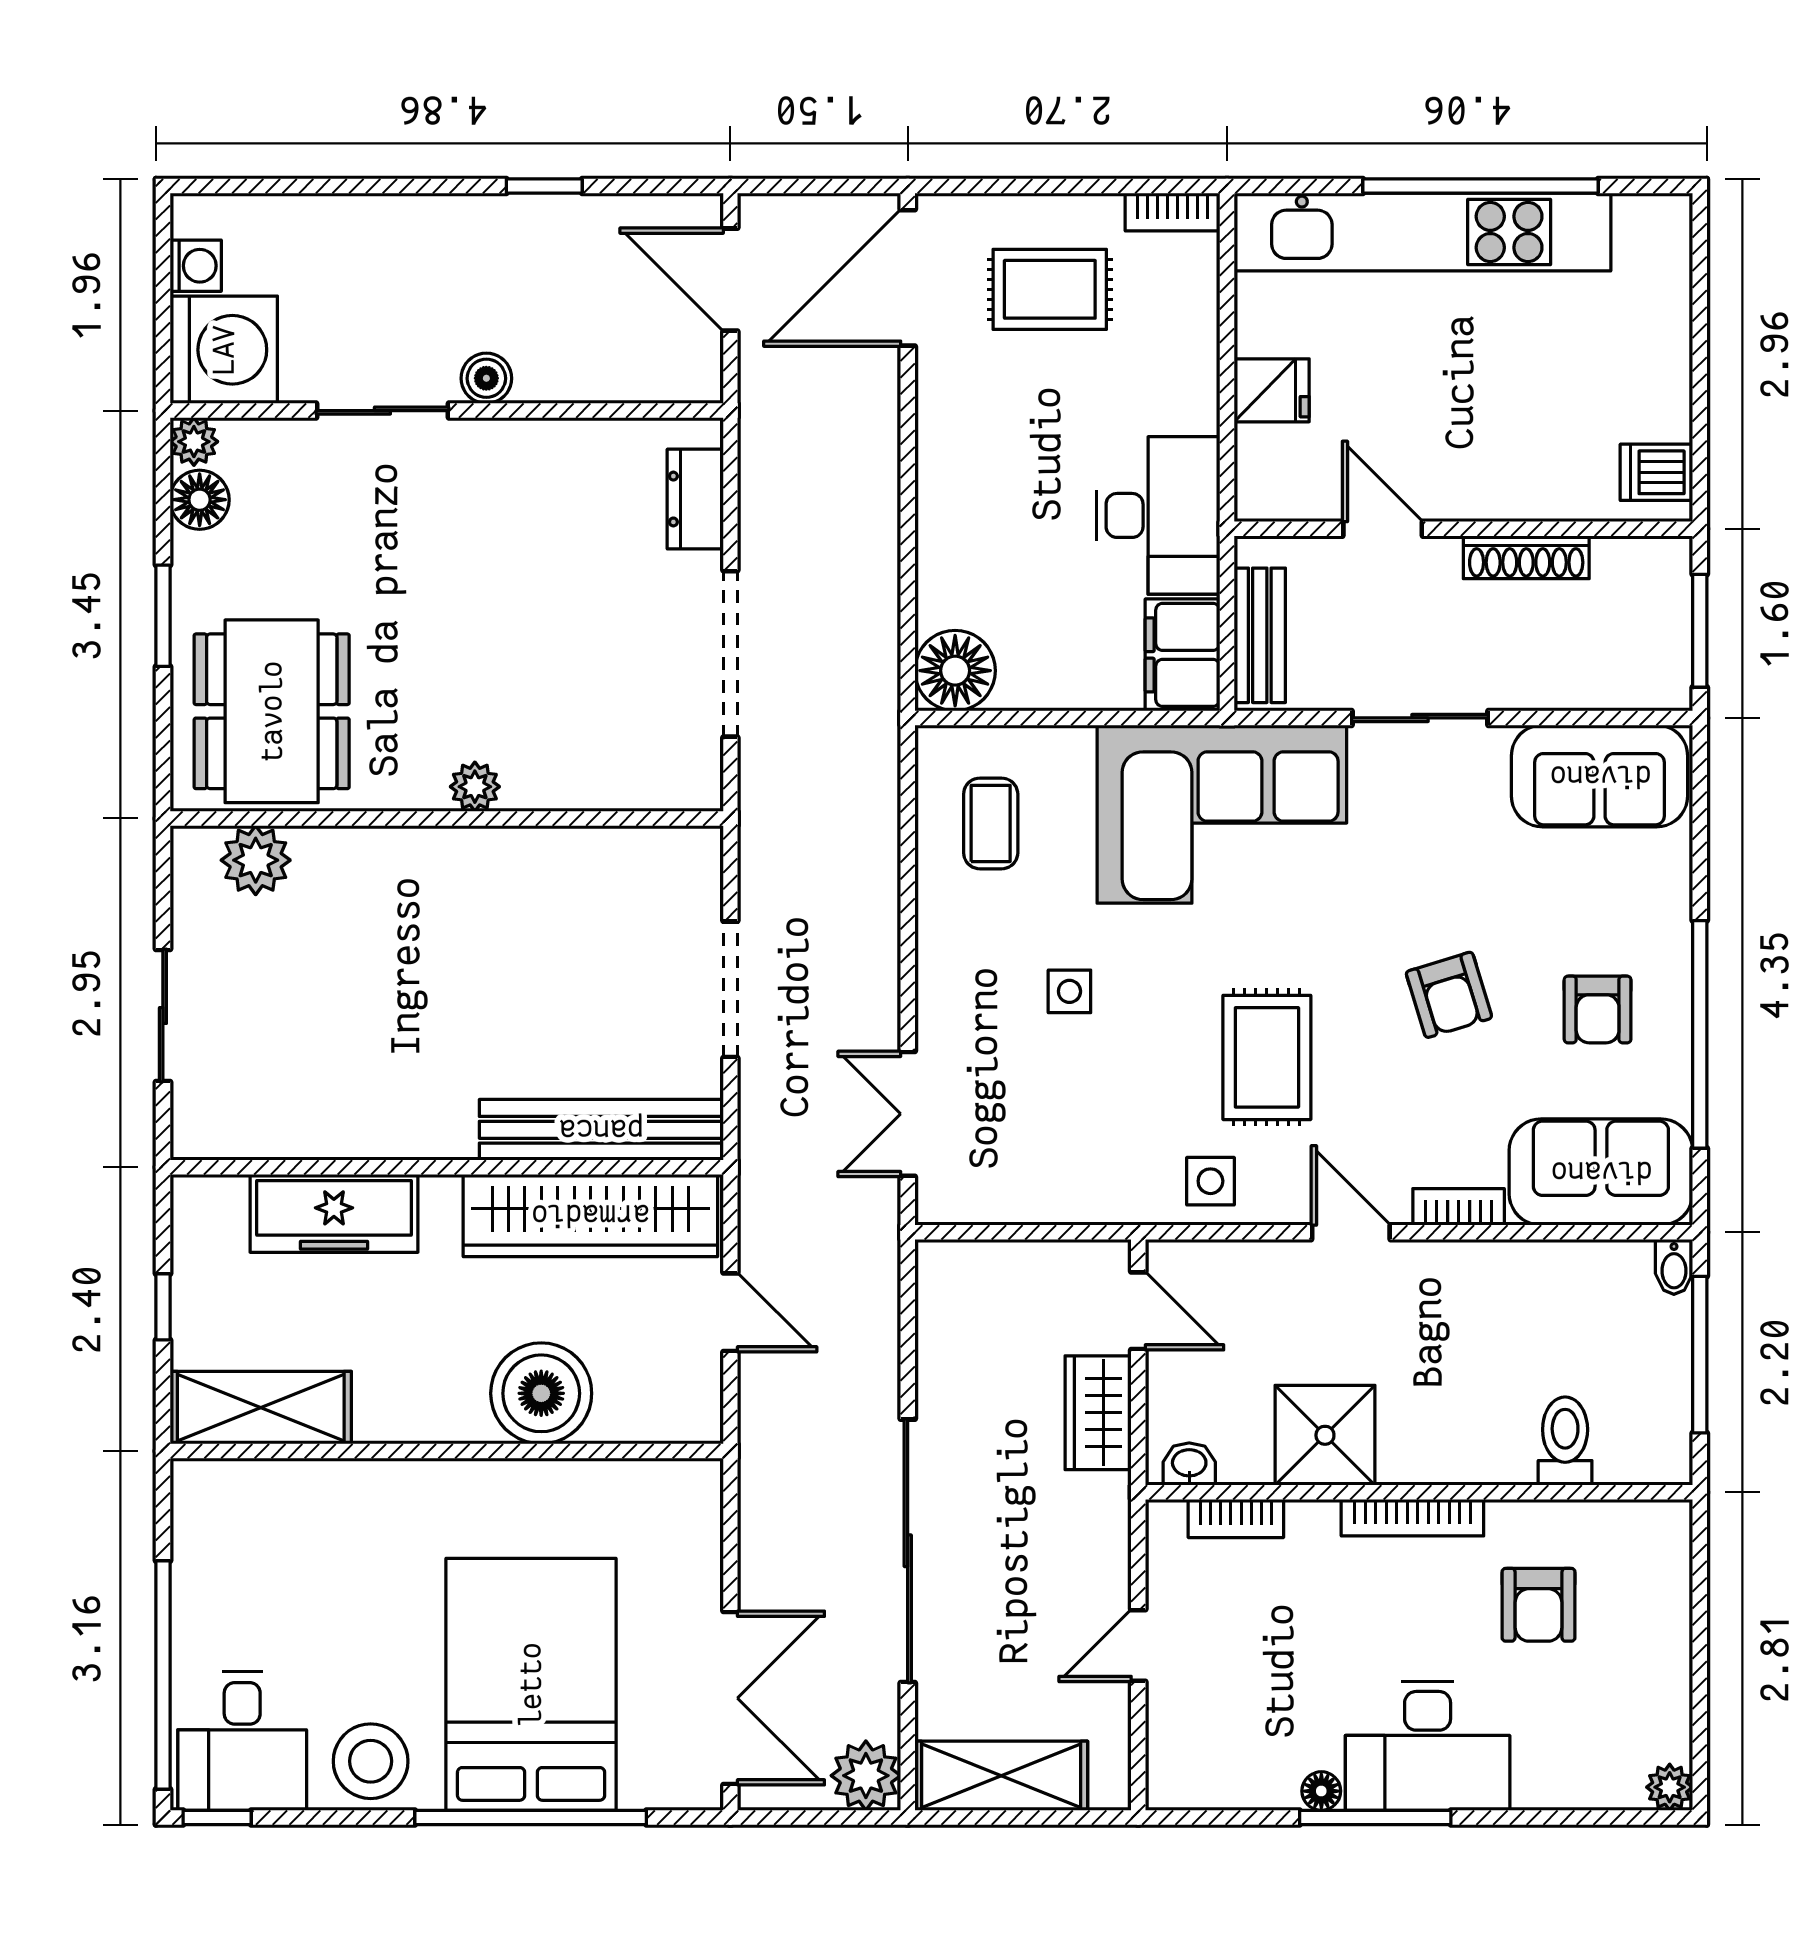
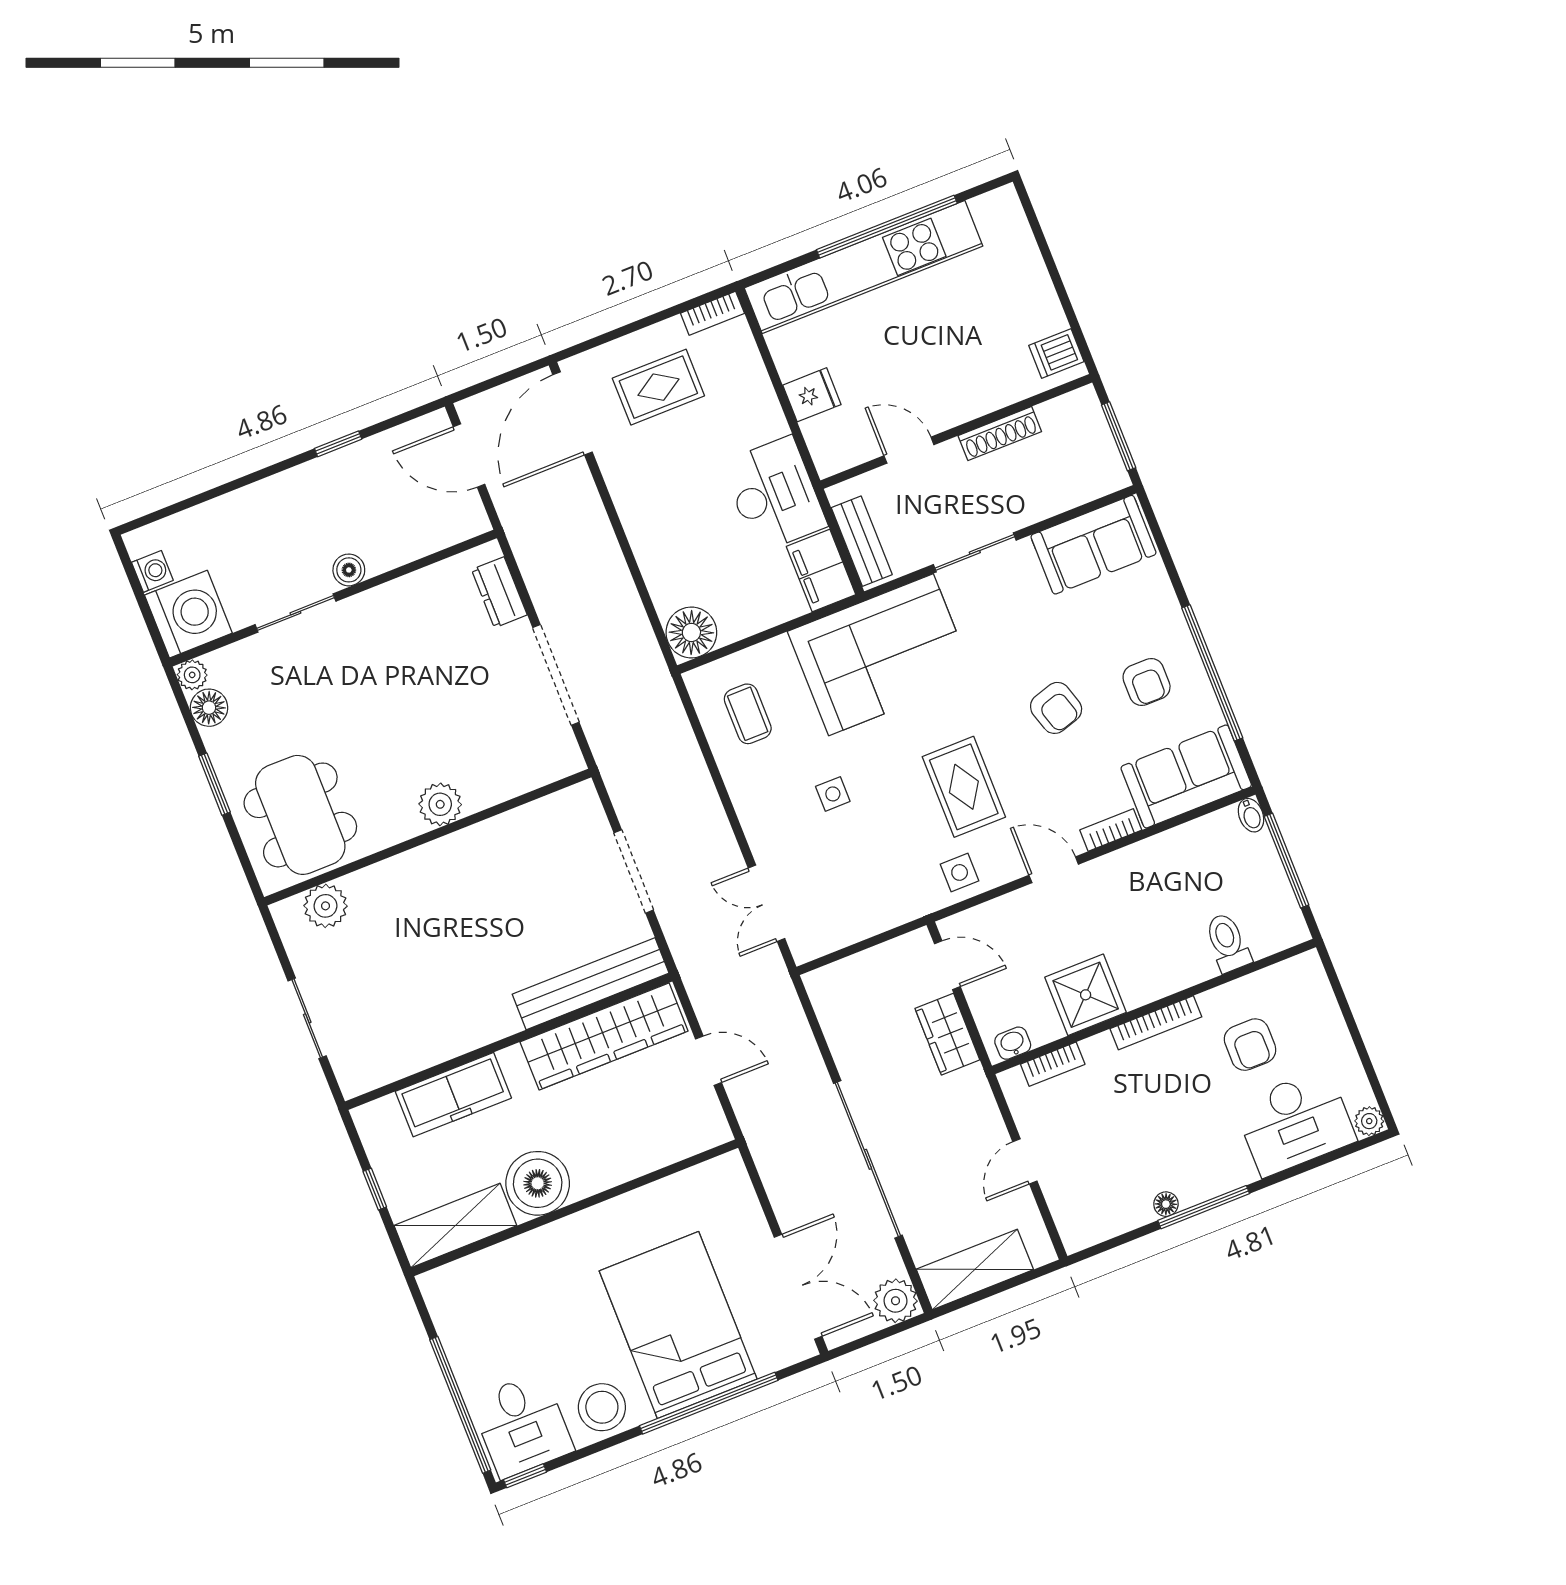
plant: (475, 787) -> (440, 804), width x1.38, depth x1.38
boiler: (541, 1393) -> (538, 1183), moved
desk: (1428, 1746) -> (1295, 1122), moved

